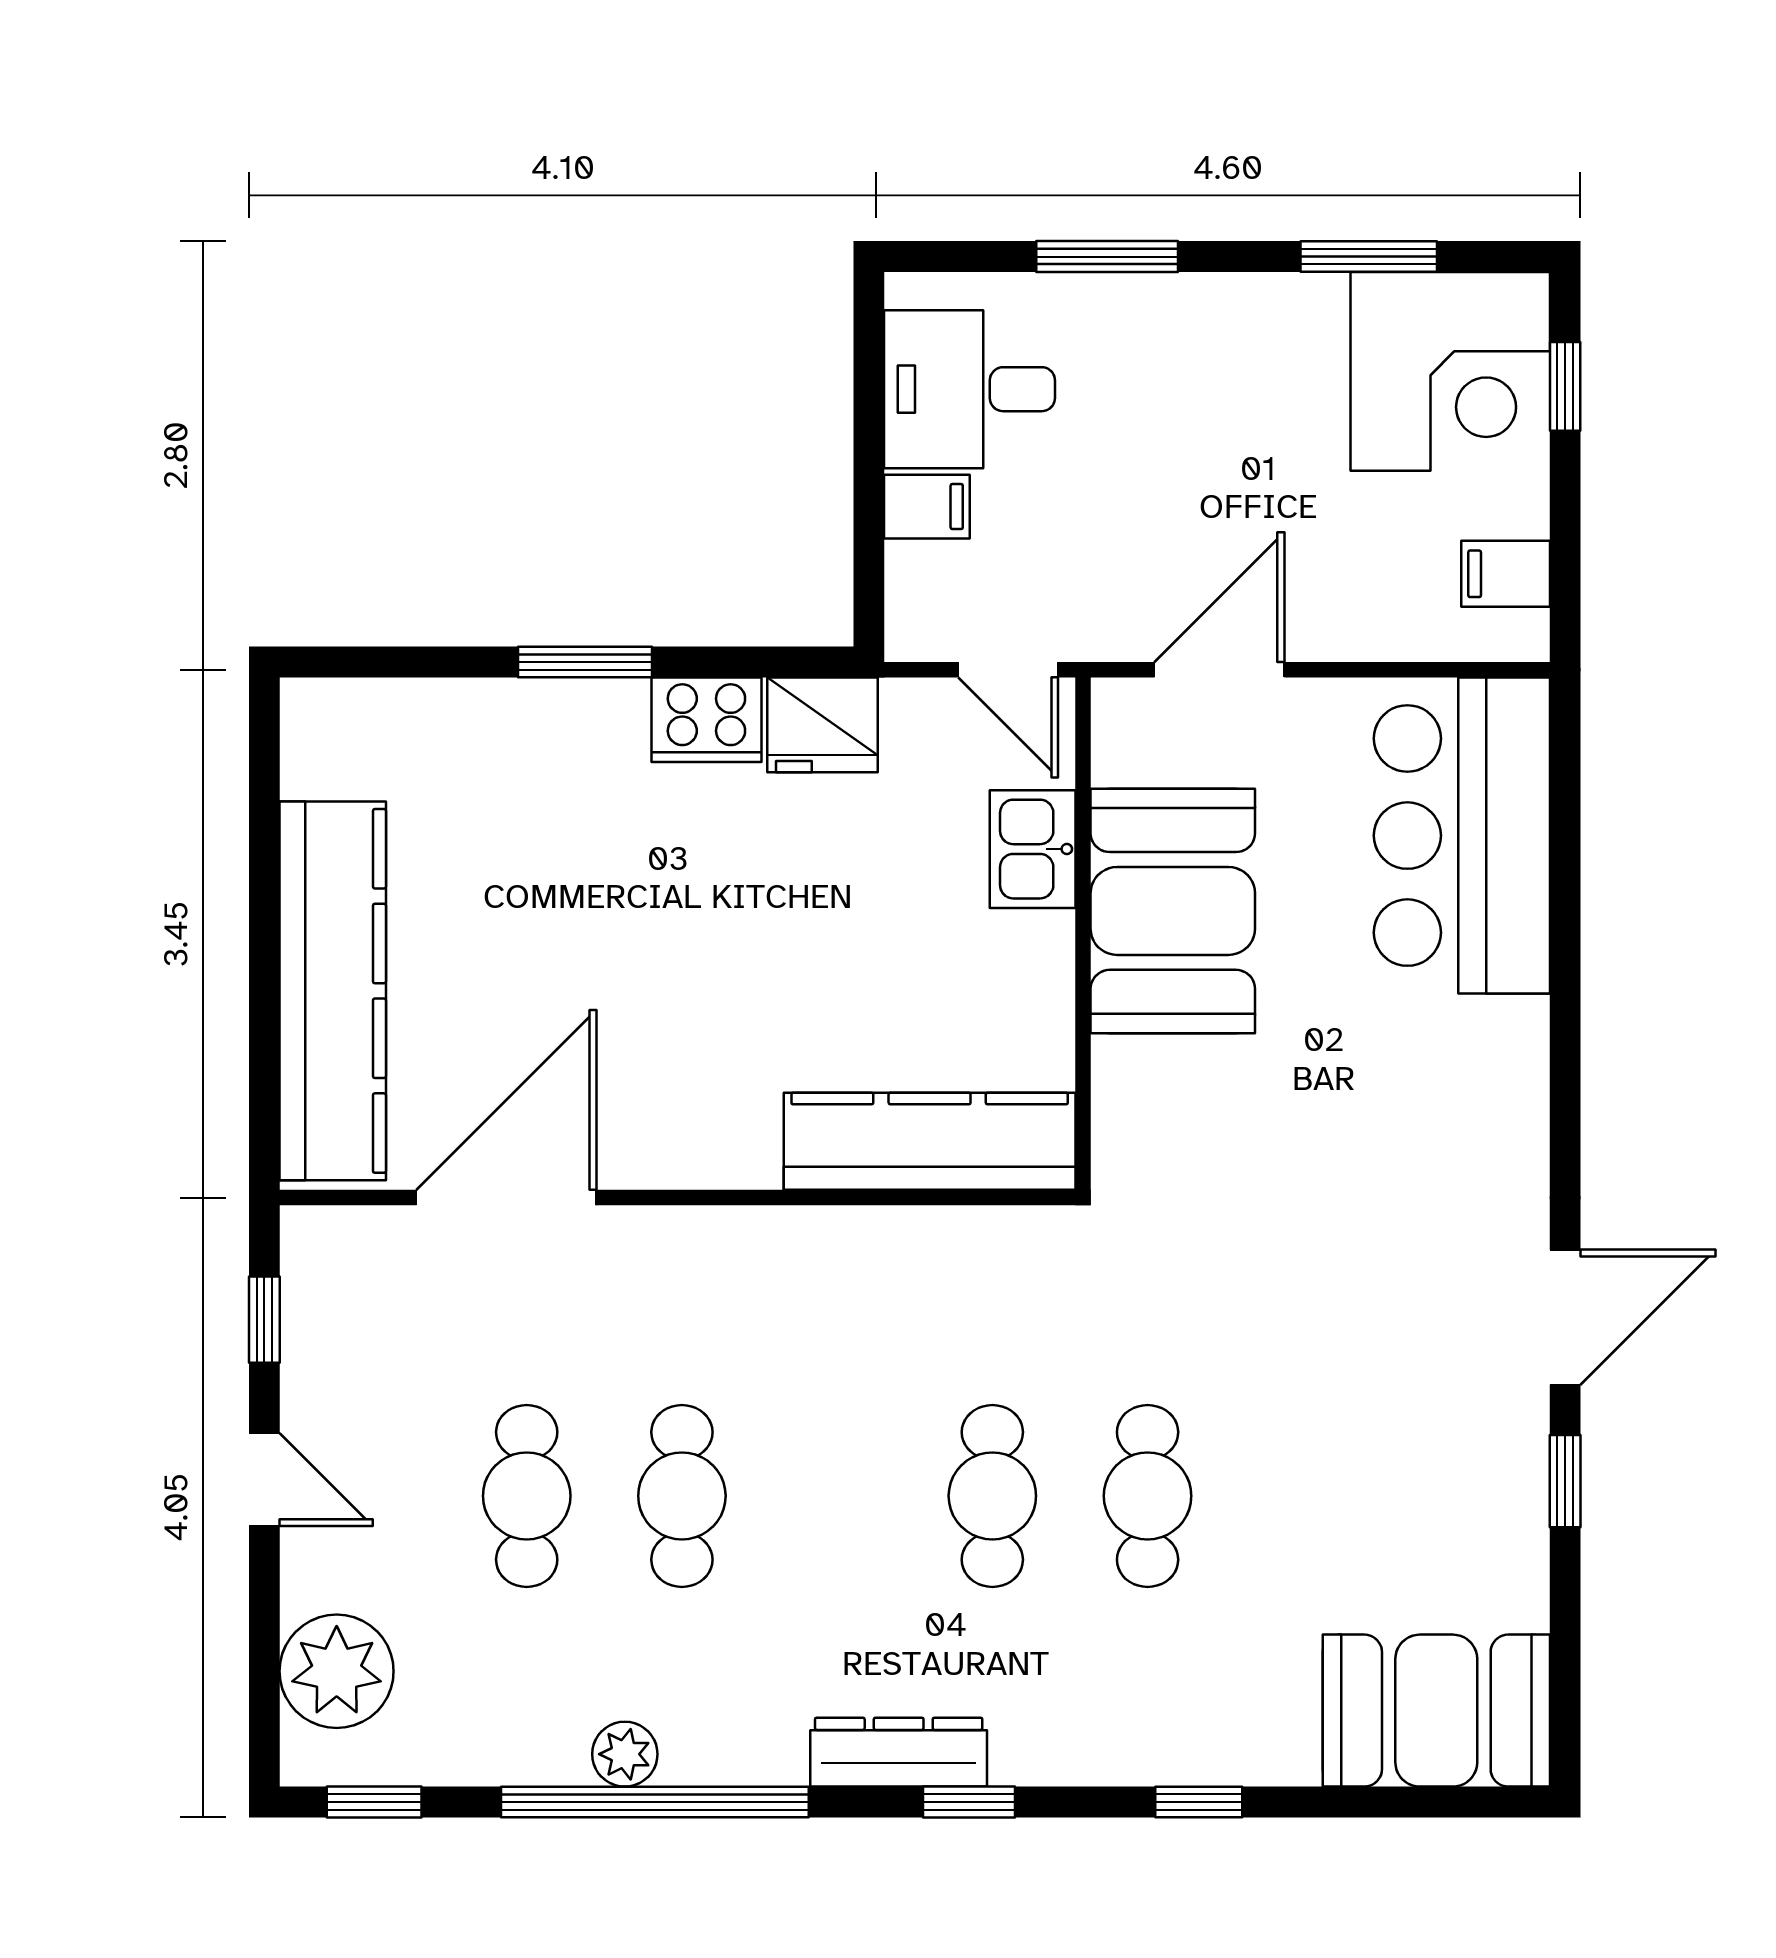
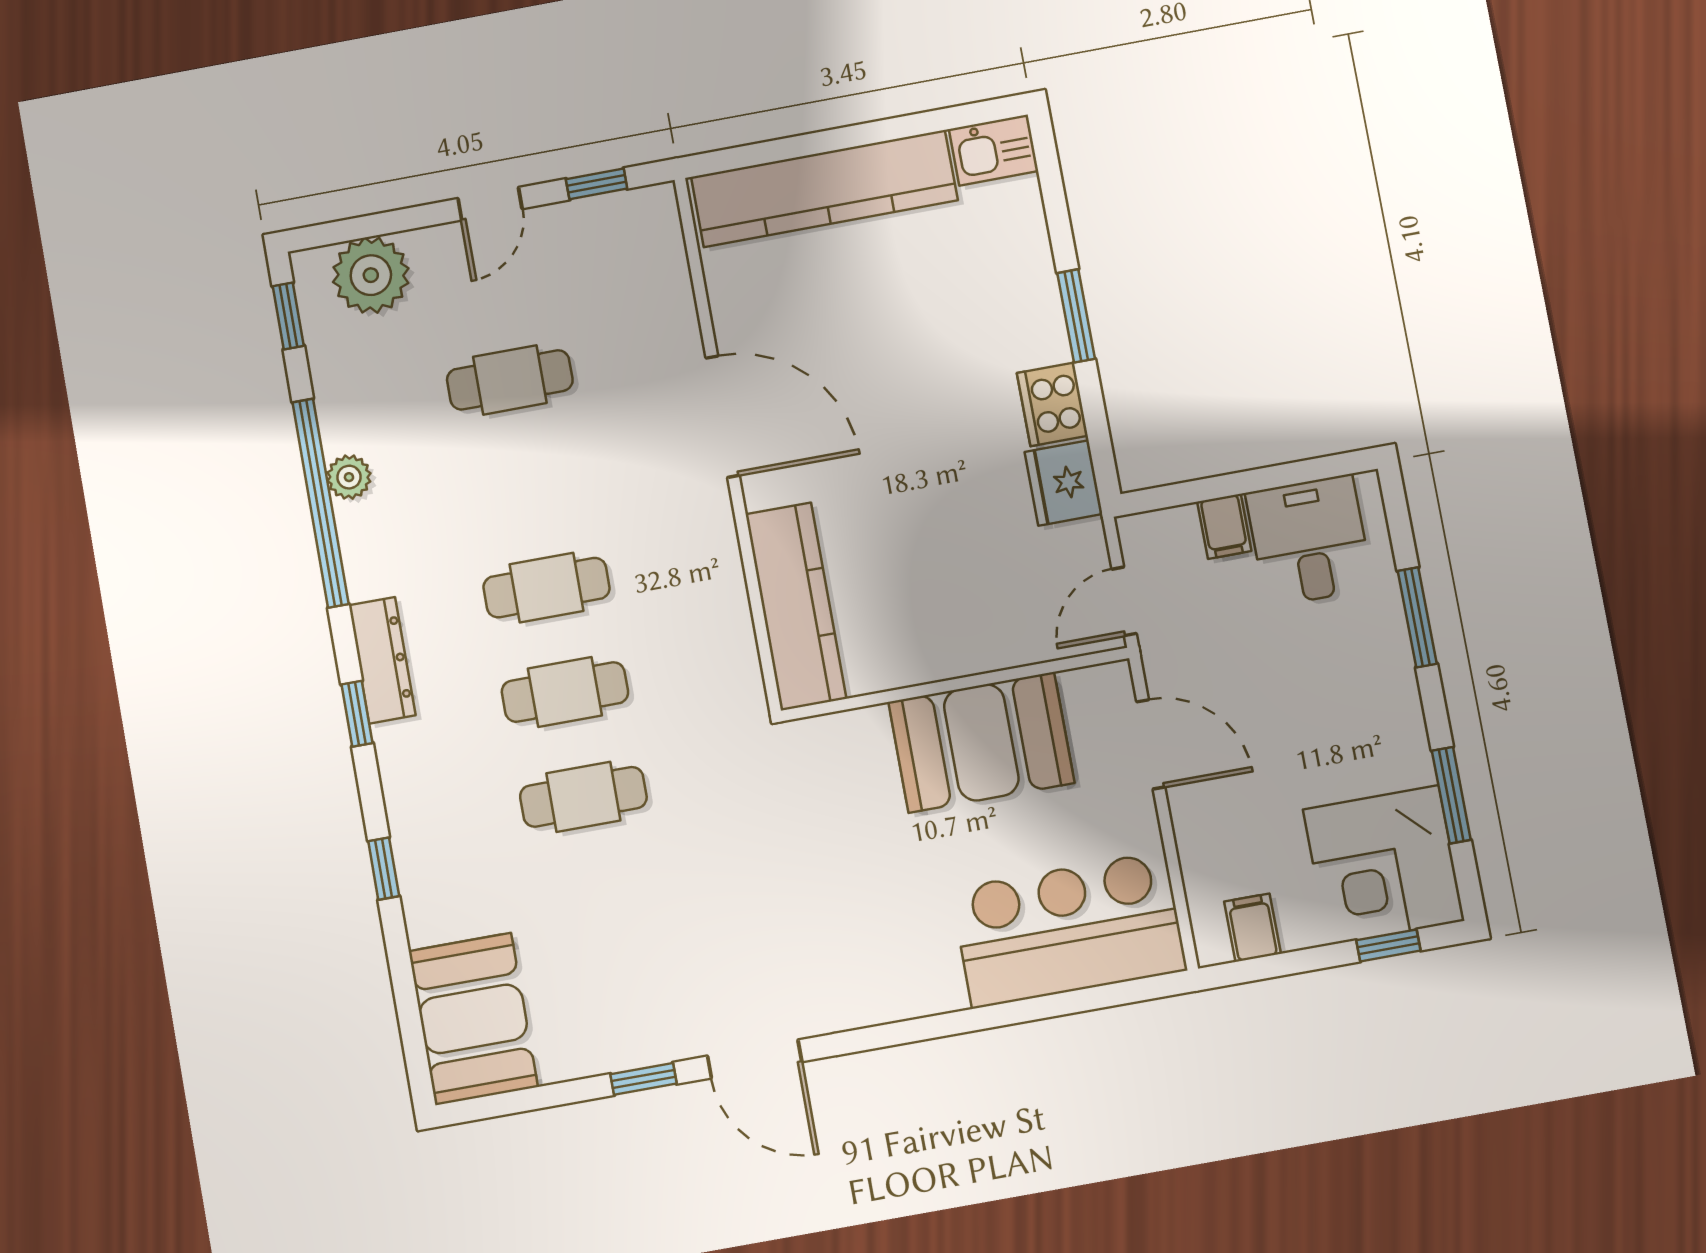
kitchen sink: (1033, 849) -> (994, 150), moved, turned 180
door: (506, 1198) -> (723, 417), moved
cafe table: (682, 1496) -> (546, 588), moved

